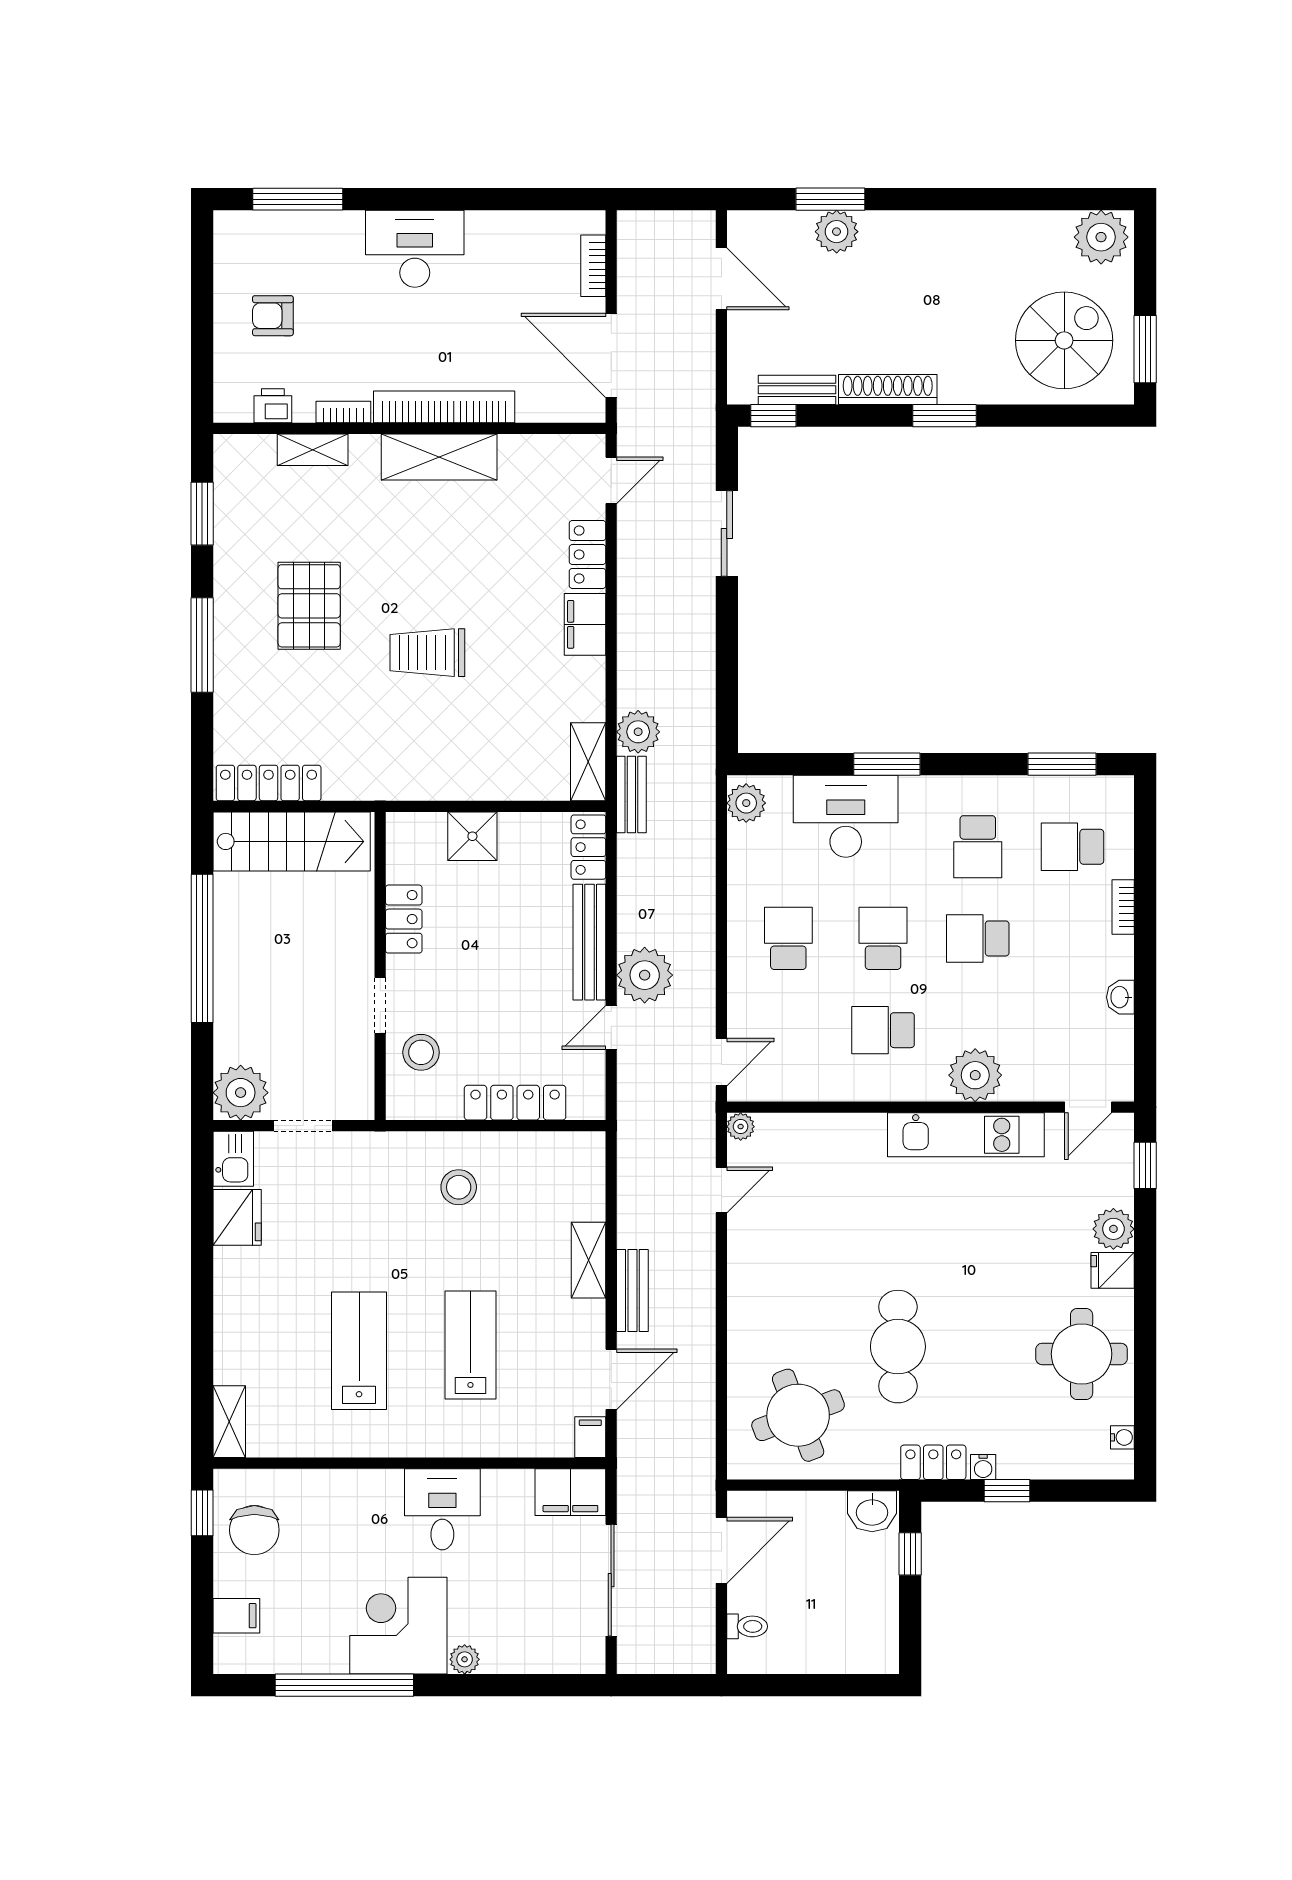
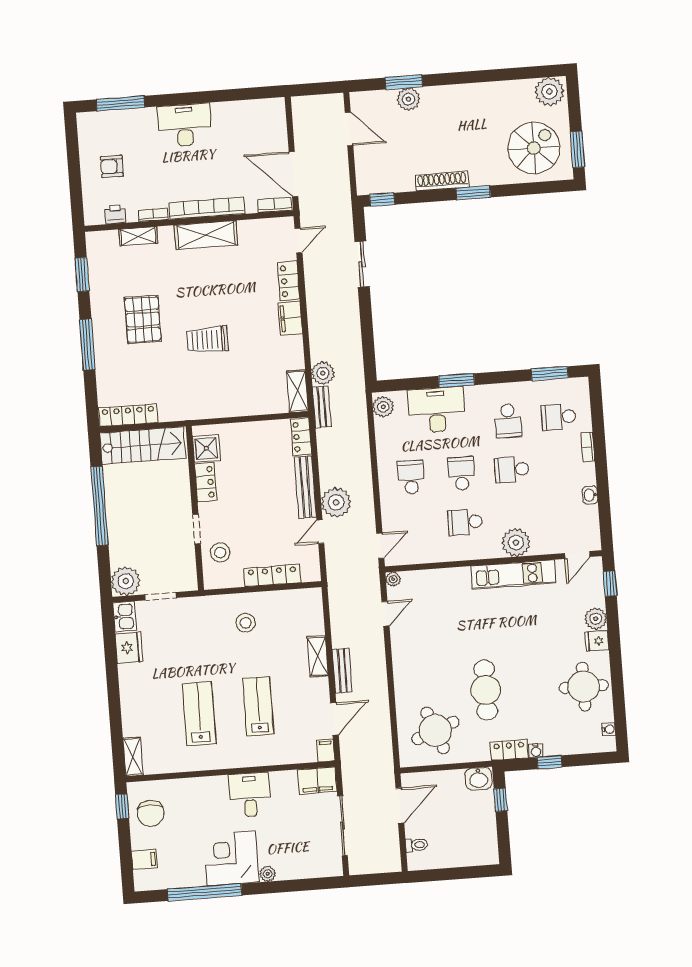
bookcase: (593, 266) -> (275, 205), moved, turned 90
bench: (797, 390) -> (394, 185), removed
shower: (472, 836) -> (206, 448), moved

